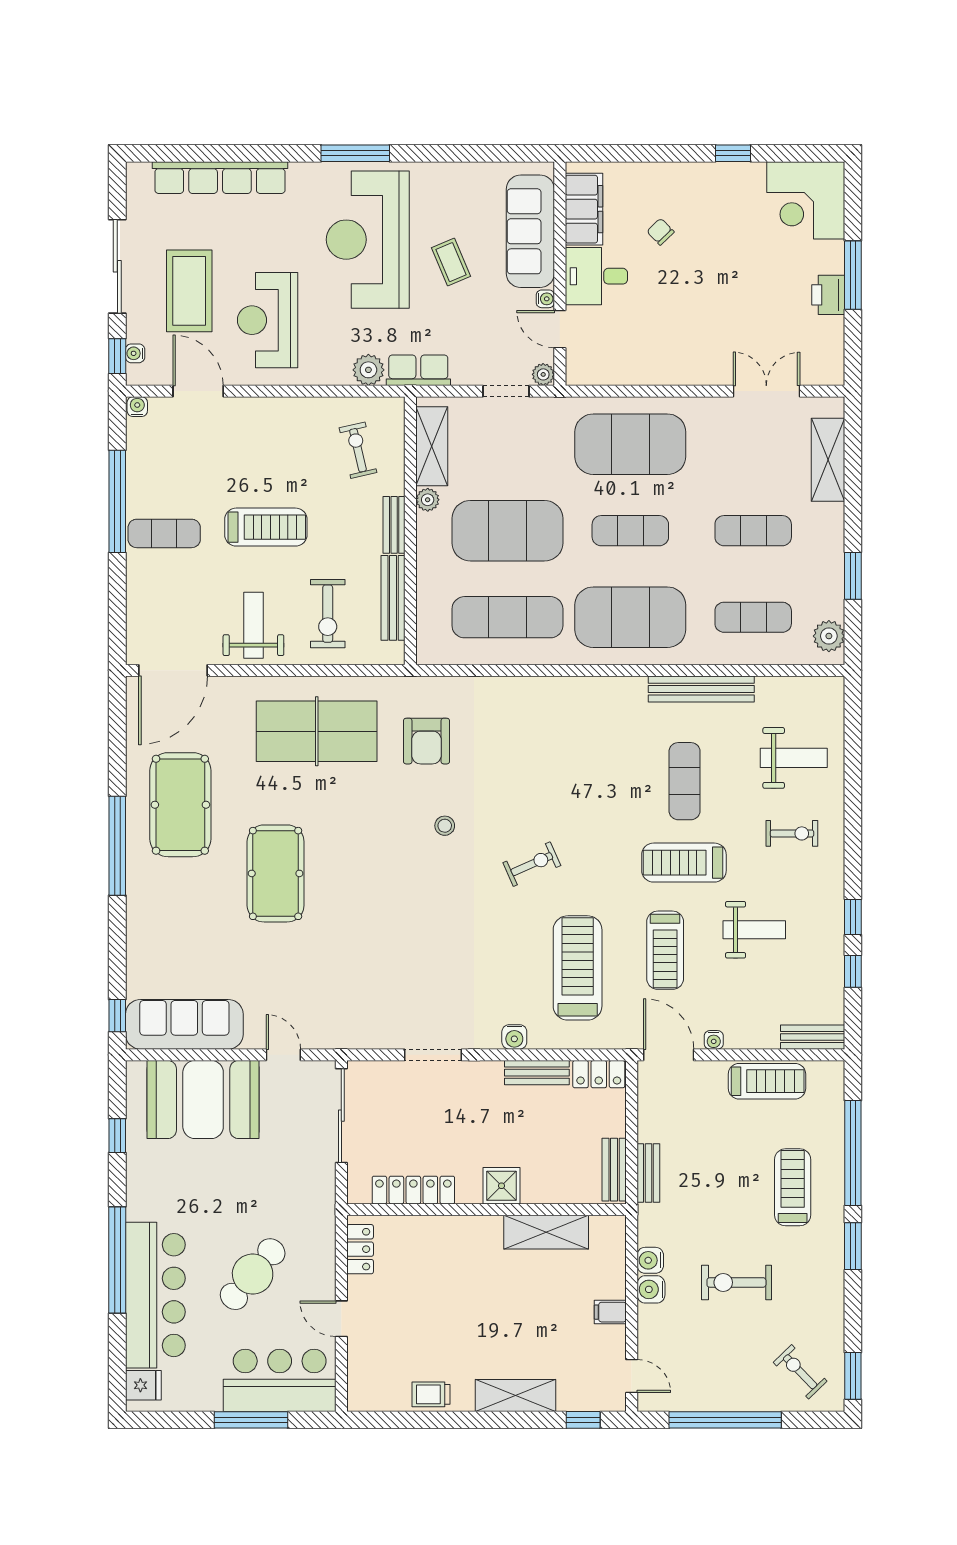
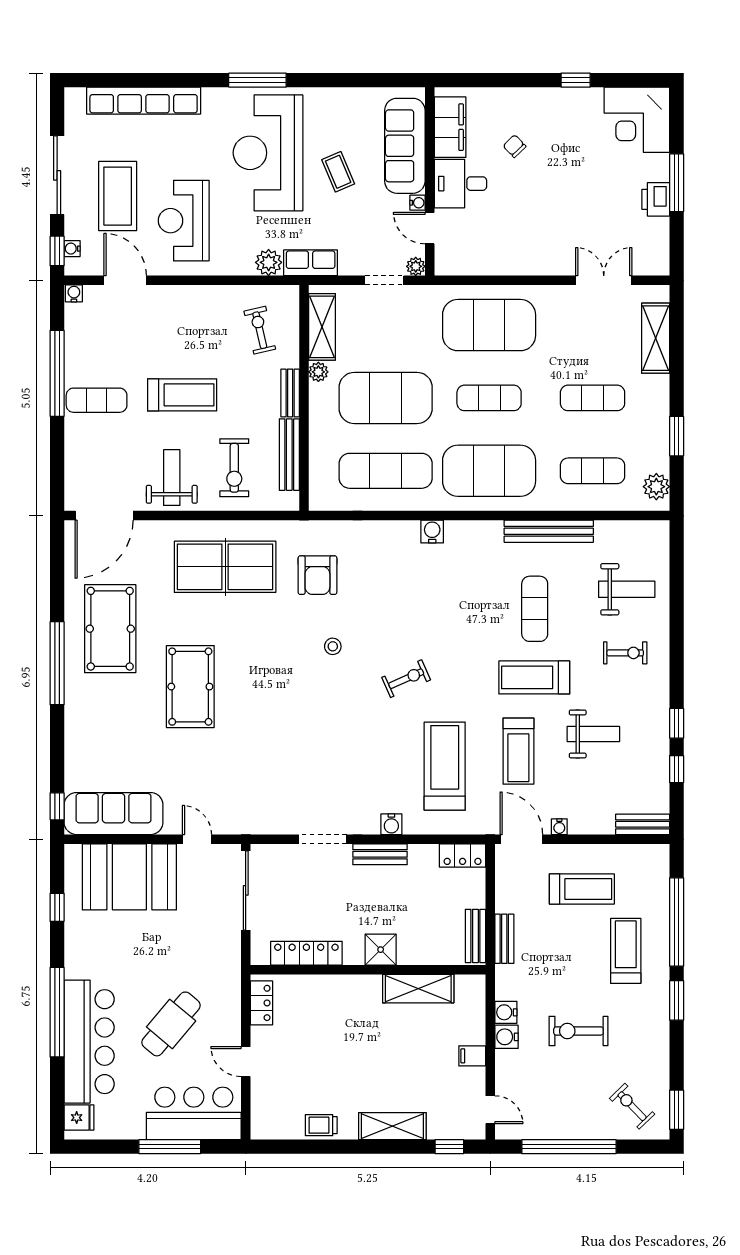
water cooler: (563, 689) -> (432, 532), added
bench: (537, 1073) -> (380, 854), moved
treadmill: (767, 1081) -> (582, 889), moved

